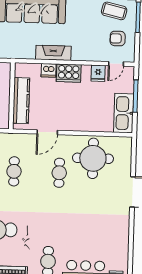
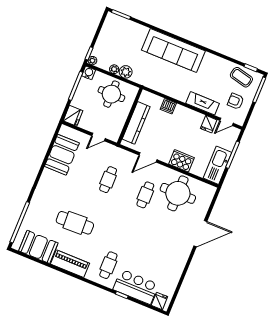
fireplace: (53, 53) -> (203, 103), moved
cooker: (69, 73) -> (182, 161), moved, turned 180

